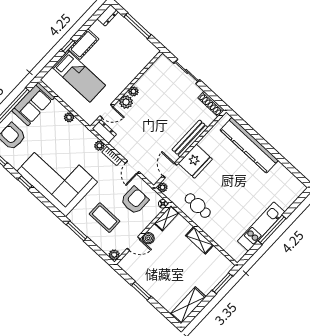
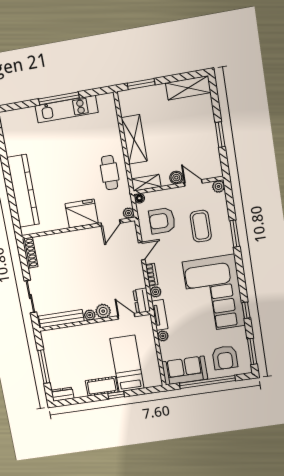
tv unit: (83, 131) -> (160, 315), added
bench: (190, 139) -> (61, 319), moved
shelving: (200, 240) -> (134, 139), width x1.50, depth x1.33

